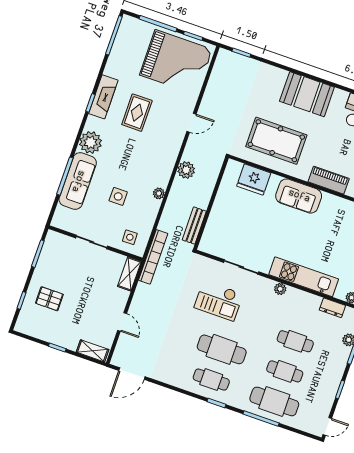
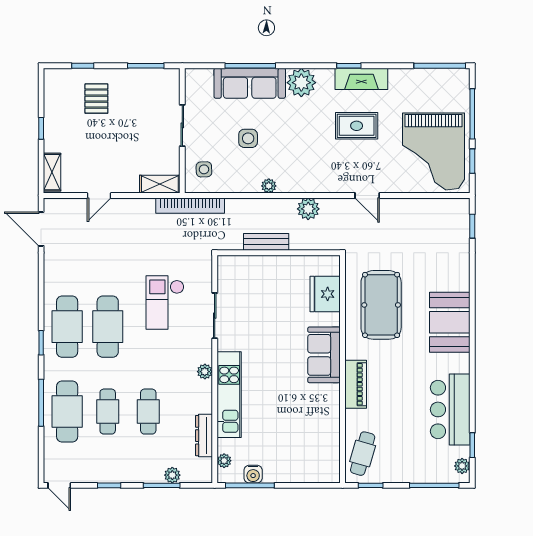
bench: (194, 226) -> (266, 242), moved
dresser: (332, 308) -> (204, 436), width x1.44
cafe table: (211, 380) -> (67, 327), width x1.37, depth x1.35

